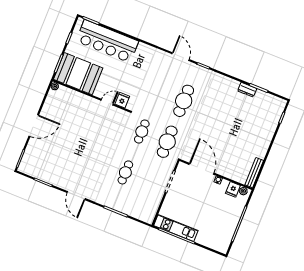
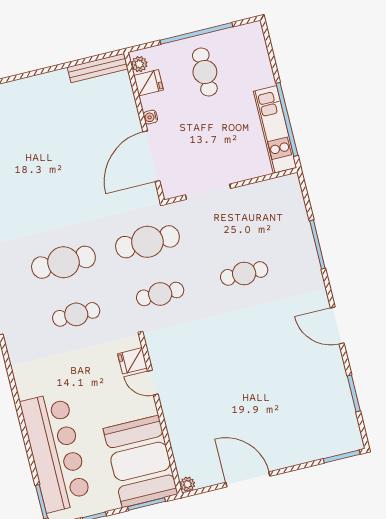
cafe table: (158, 91) -> (76, 314), added
door: (34, 126) -> (248, 479), moved
door: (76, 196) -> (337, 325), swing flipped
cafe table: (221, 216) -> (205, 72), added

